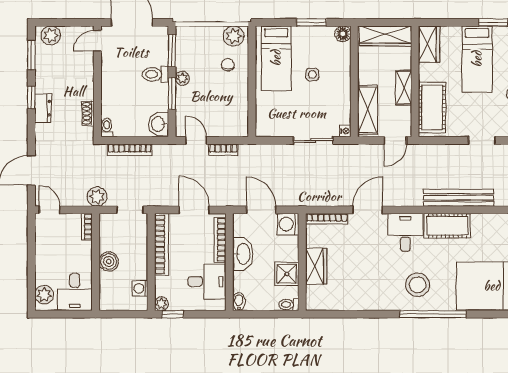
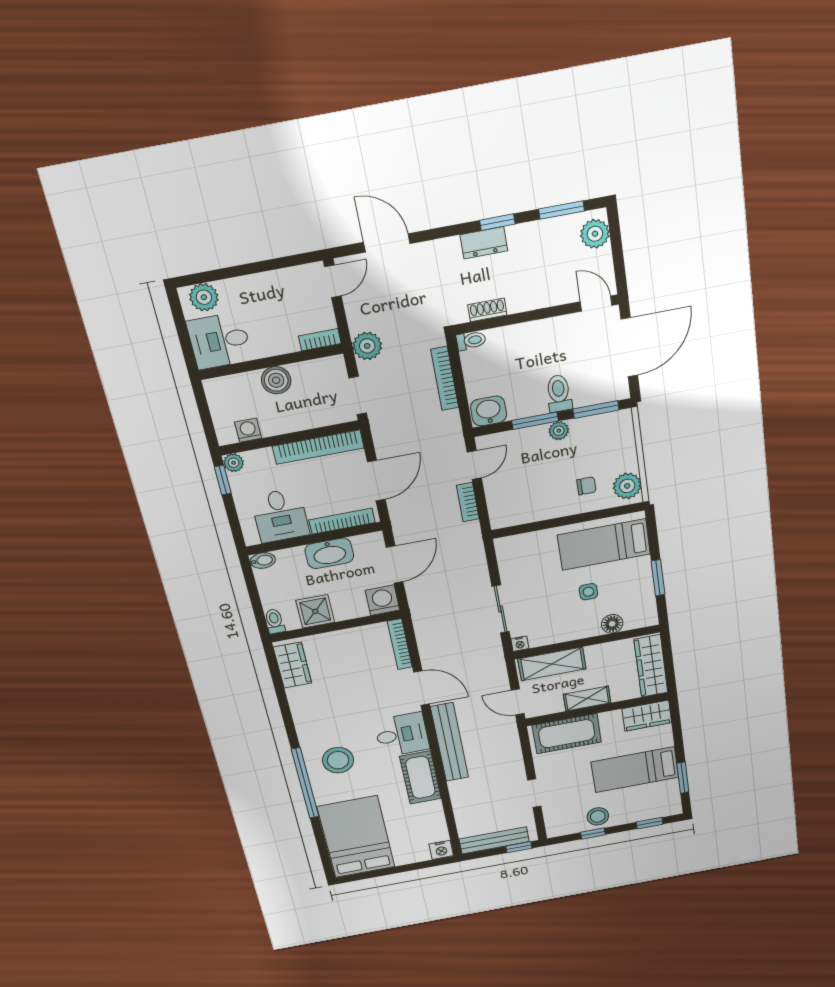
floor lamp: (343, 34) -> (612, 624), moved
bench: (459, 198) -> (450, 742), moved
wardrobe: (316, 266) -> (292, 665), moved, turned -90

